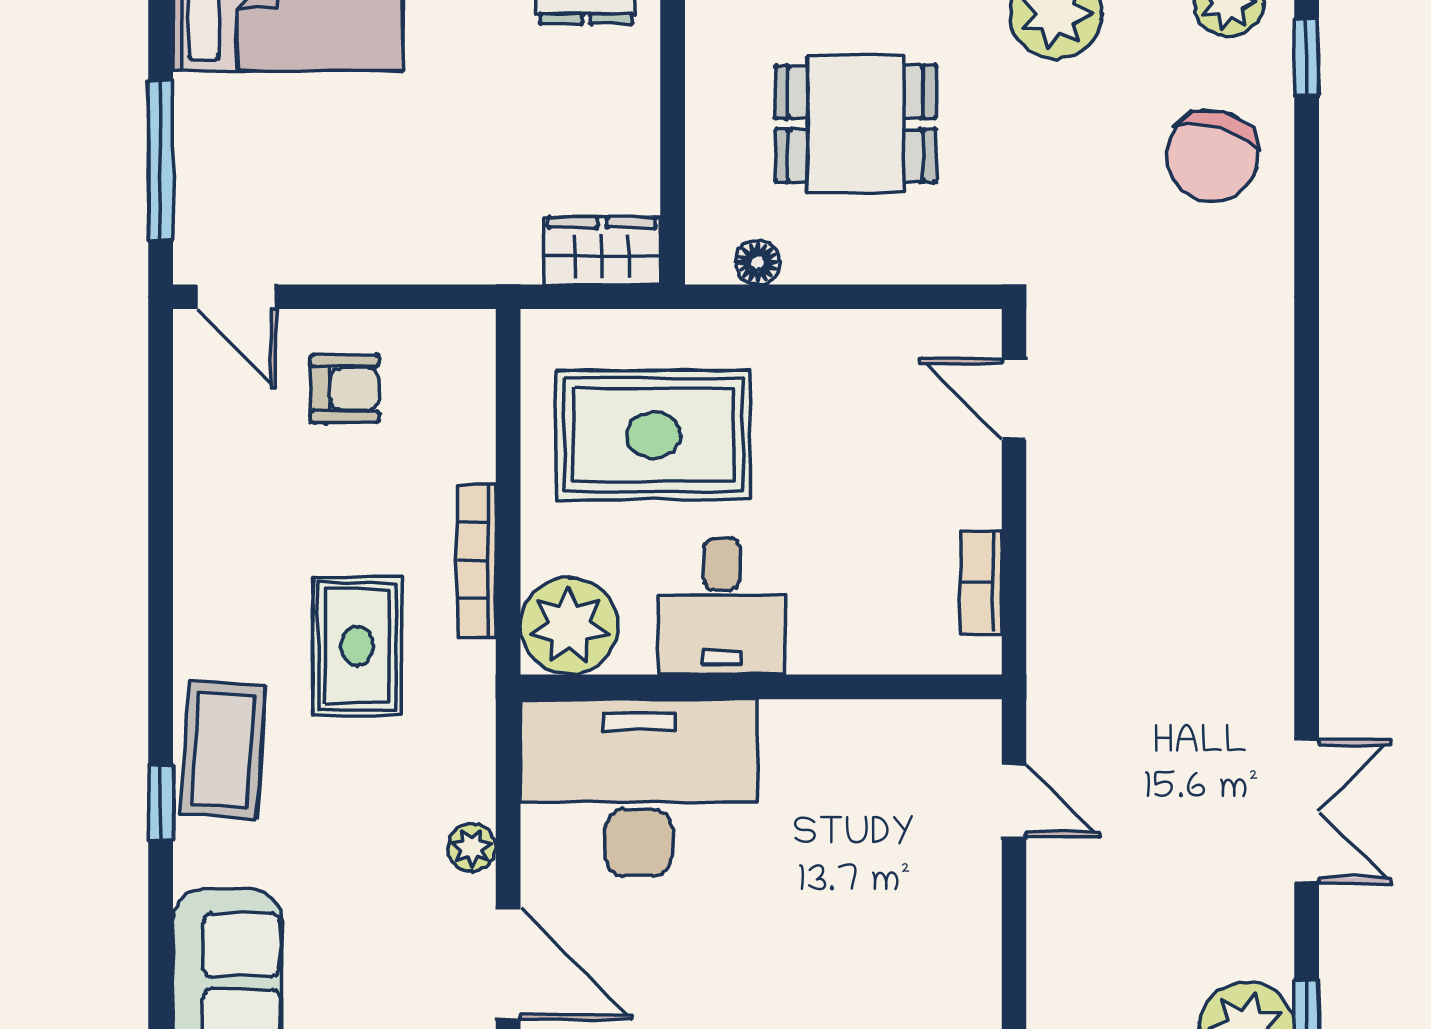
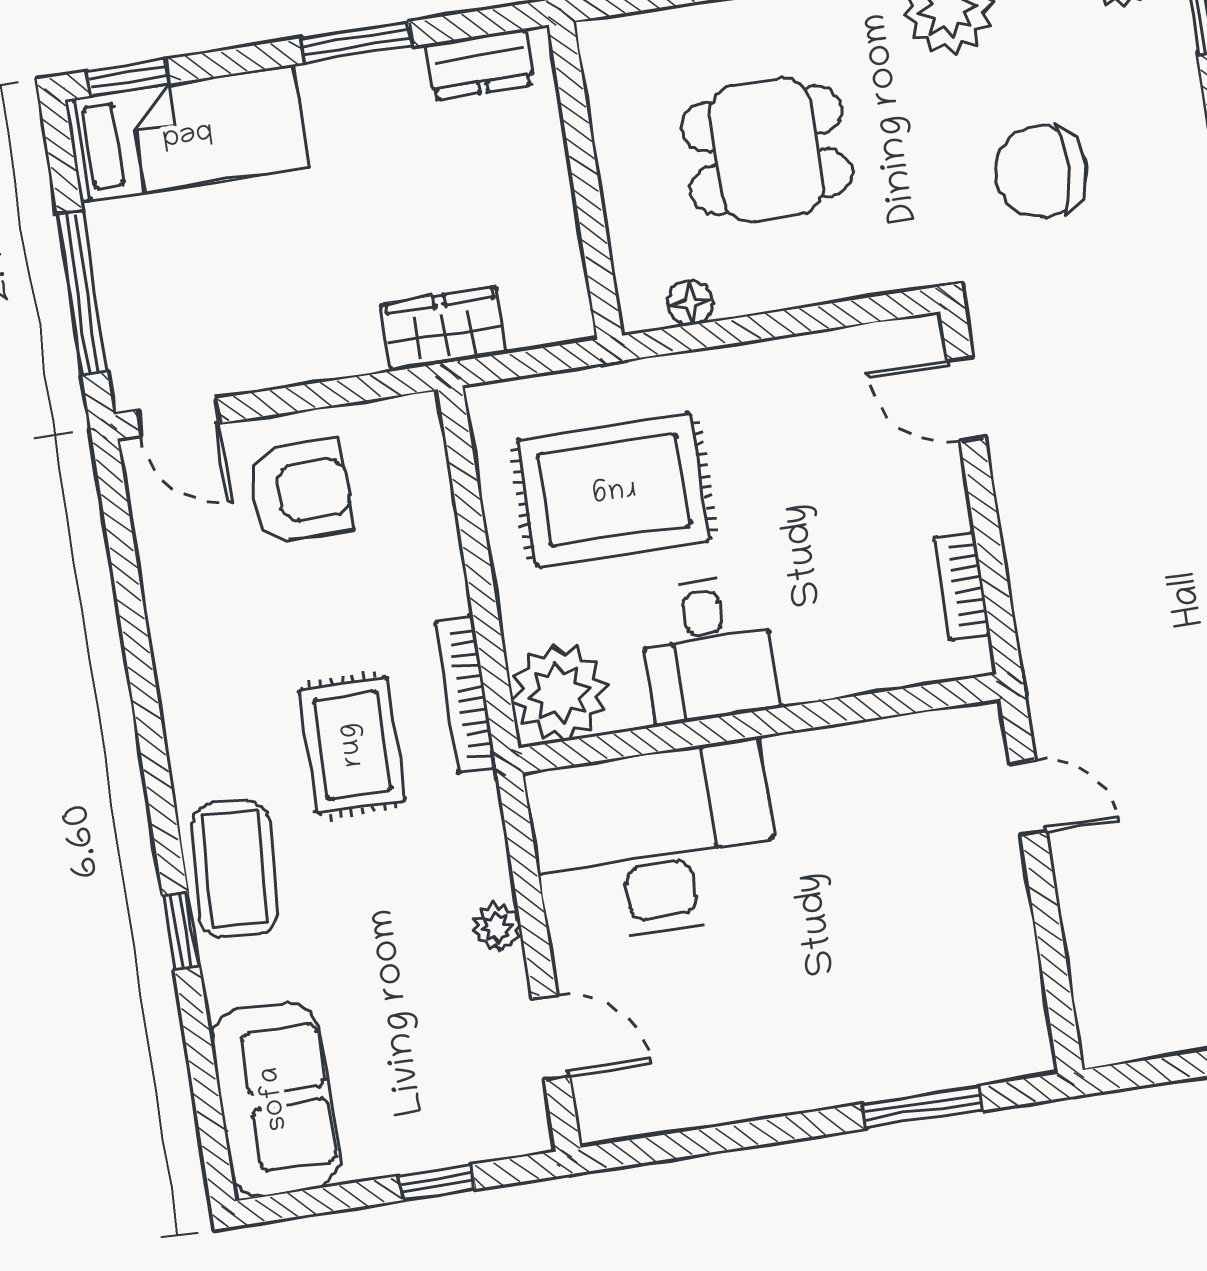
chair: (1212, 156) -> (1041, 172), moved, turned 77
wardrobe: (602, 251) -> (444, 329), moved
armchair: (345, 389) -> (300, 492), width x1.38, depth x1.38
bookcase: (476, 561) -> (465, 695), moved
door: (508, 964) -> (551, 1037), width x0.73

